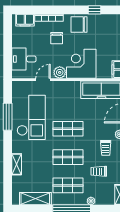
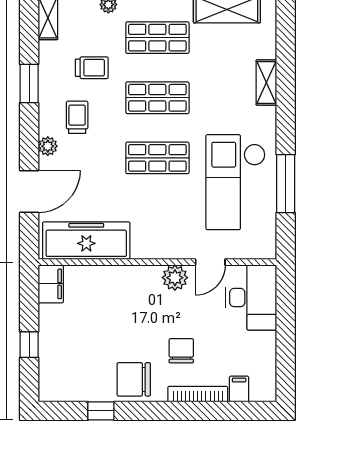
filing cabinet: (25, 20) -> (239, 389), width x0.50
chair: (79, 25) -> (134, 379), turned 180
desk: (24, 59) -> (251, 298), width x1.37
corner desk: (81, 64) -> (129, 296), removed

